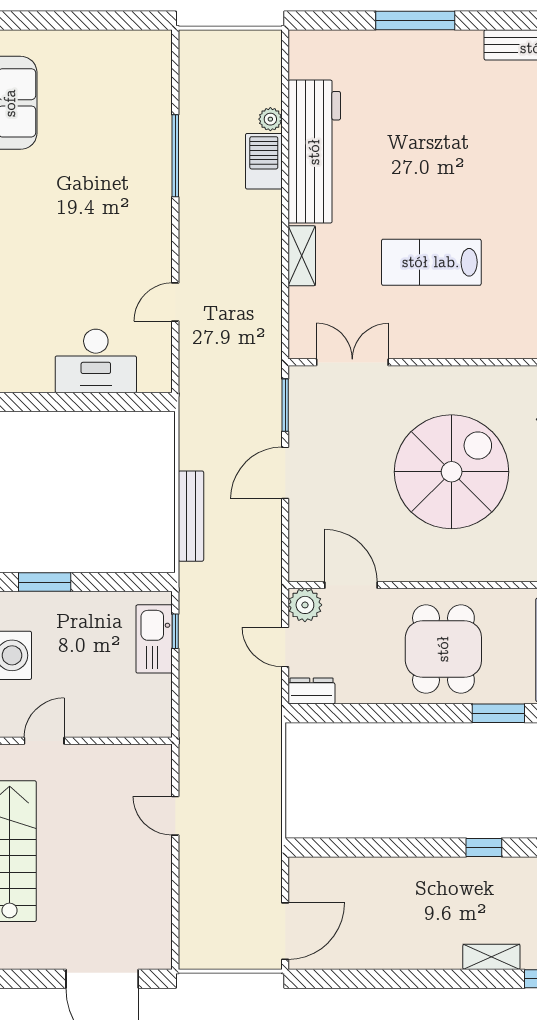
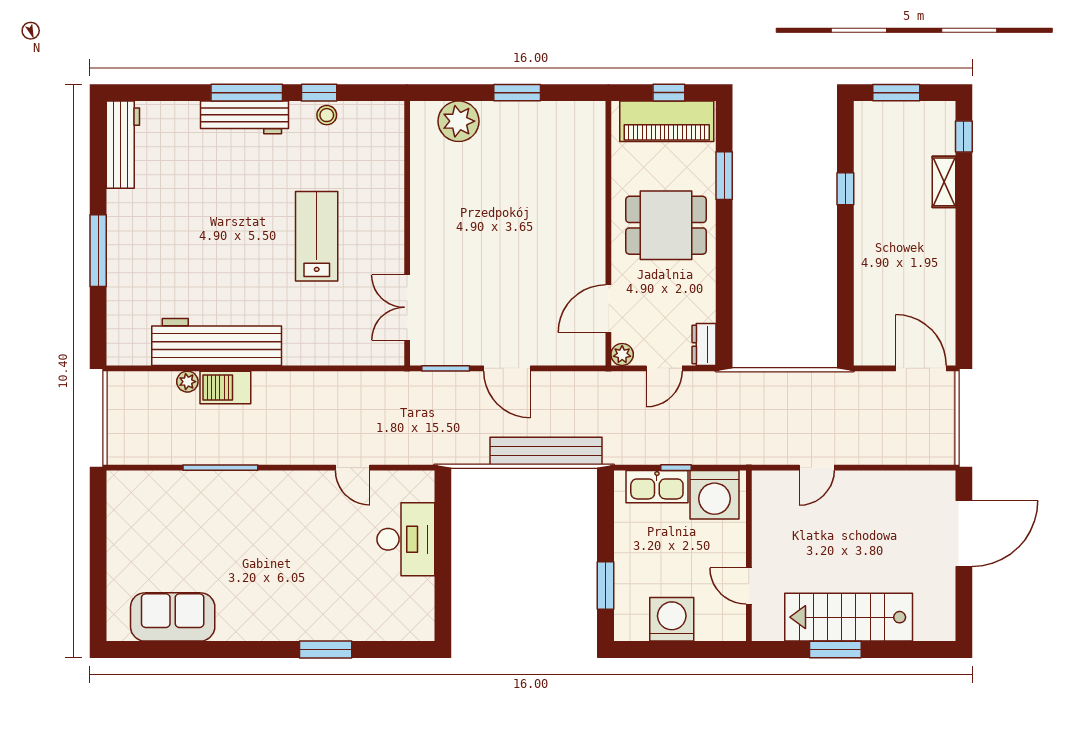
shelving: (302, 256) -> (311, 353), removed
lab bench: (431, 262) -> (317, 236), turned 180
spiral stairs: (452, 472) -> (506, 218), removed
bench: (191, 516) -> (546, 451), width x1.37, depth x1.21
plant: (305, 605) -> (622, 354), width x0.73, depth x0.73
window: (175, 631) -> (676, 468), moved
washing machine: (145, 703) -> (715, 495), added

